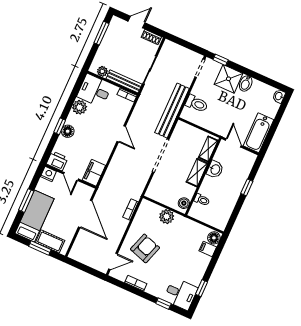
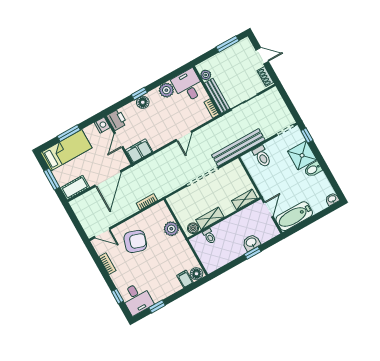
washbasin: (215, 169) -> (251, 243), moved, turned 180
shelving: (197, 173) -> (210, 218), moved
cot: (50, 241) -> (75, 188), moved, turned 90

